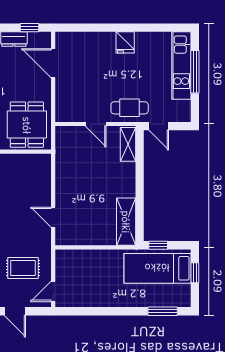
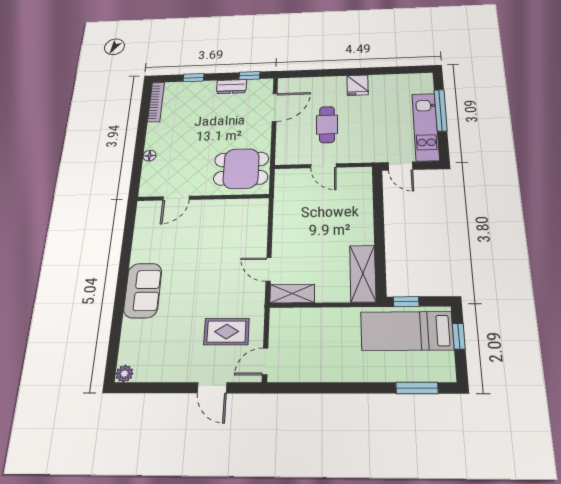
door: (53, 63) -> (275, 107), swing flipped
kitchen unit: (181, 66) -> (425, 127), moved
cafe table: (130, 108) -> (327, 125), moved, turned 90
dining table: (27, 125) -> (241, 169), turned 90
shelving: (128, 144) -> (292, 294), moved, turned 90

